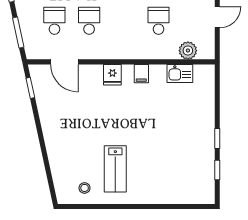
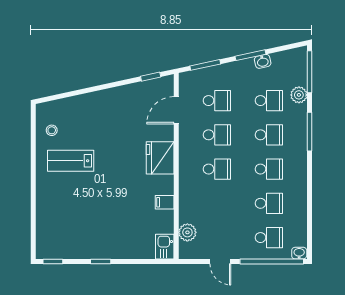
school desk: (158, 21) -> (217, 169), moved
filing cabinet: (141, 74) -> (165, 202), moved
kitchen sink: (180, 74) -> (165, 247), moved
fridge: (112, 75) -> (160, 158), width x1.88, depth x1.34
window: (217, 170) -> (53, 261), moved

